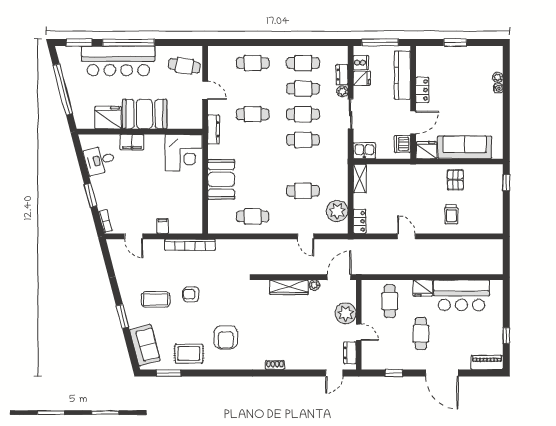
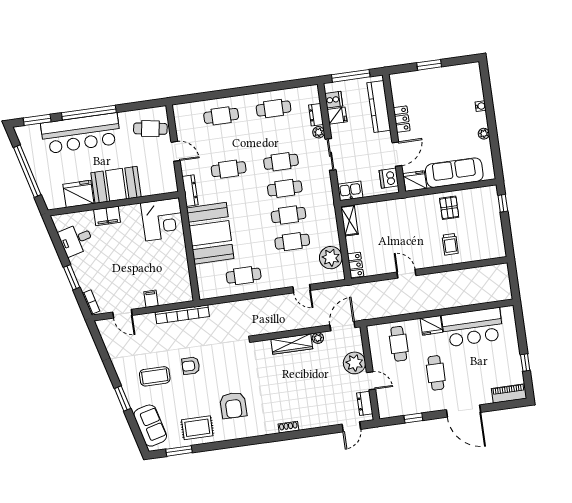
plant: (498, 77) -> (484, 134), moved
cafe table: (303, 89) -> (288, 215), moved
booth: (221, 179) -> (210, 233), width x1.36, depth x1.42

